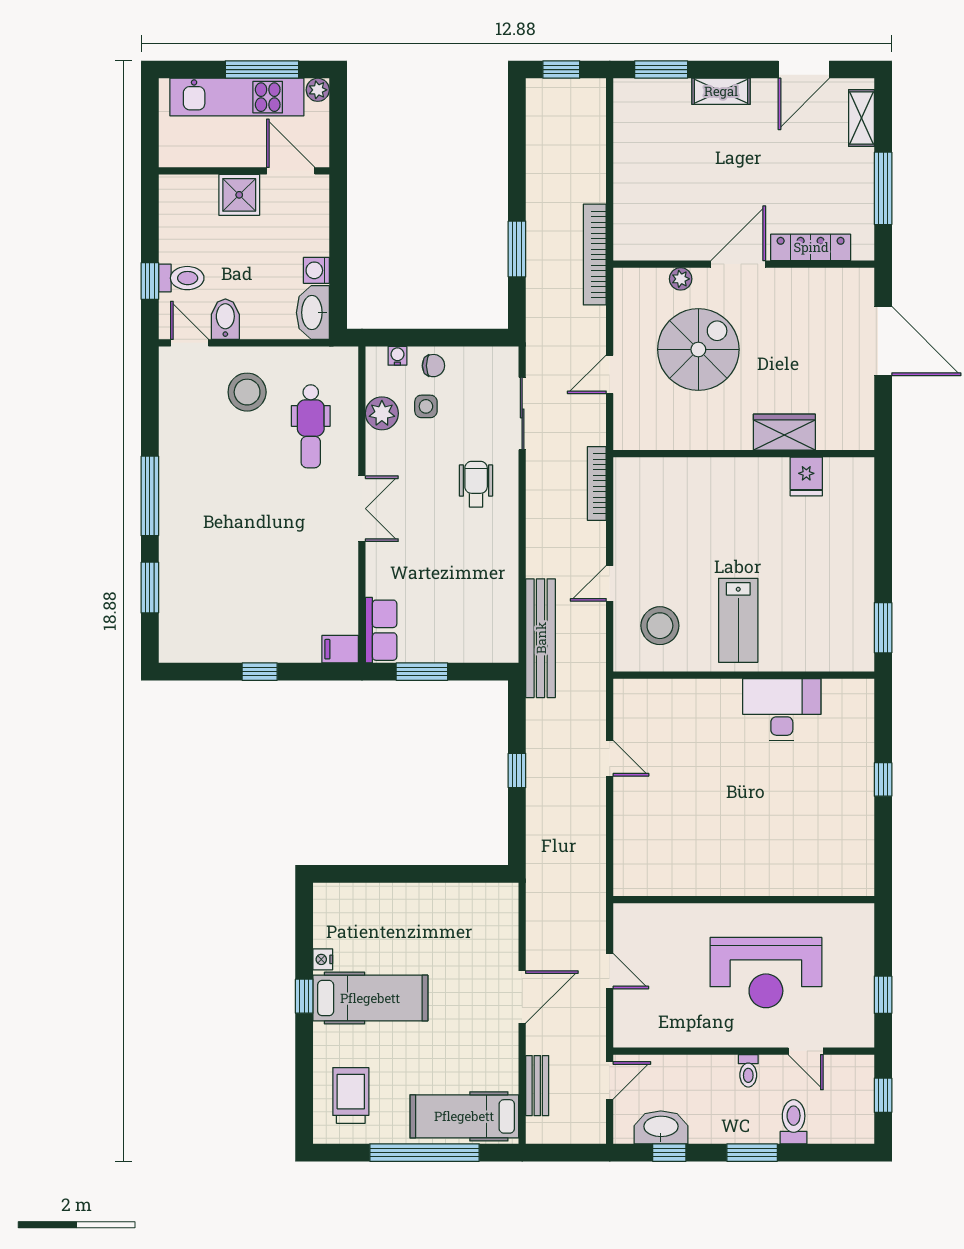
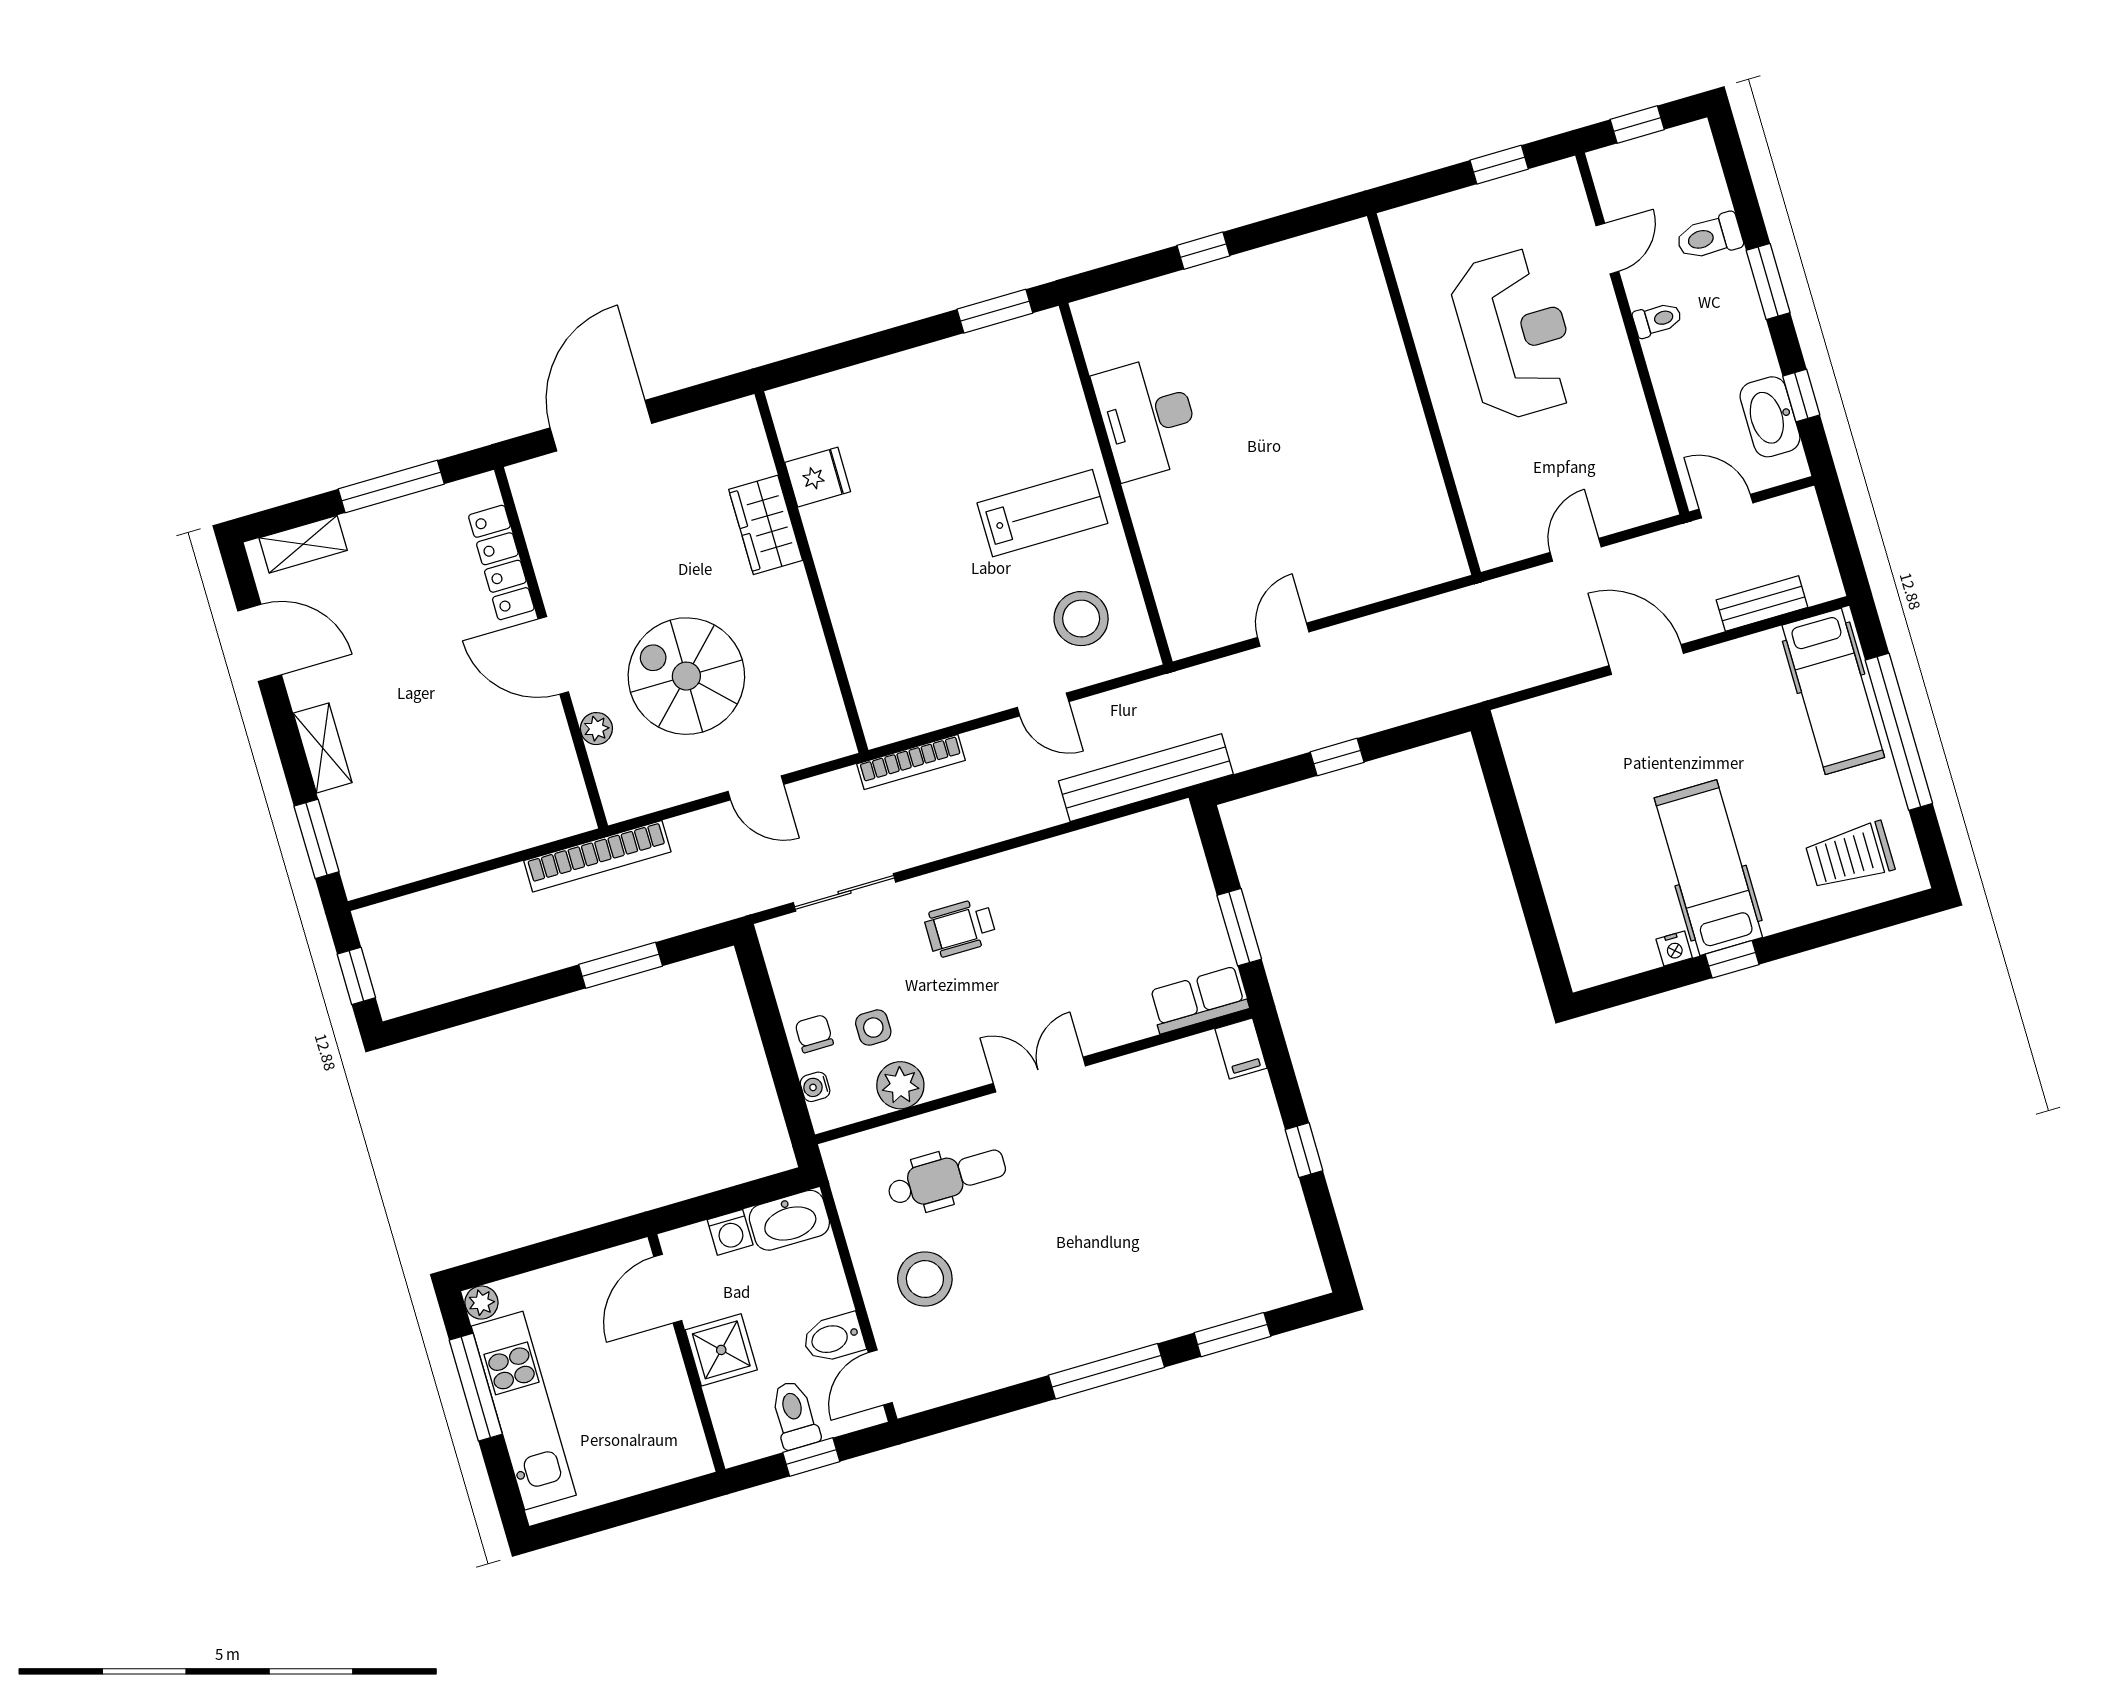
wall: (244, 171) -> (686, 1353), moved
door: (291, 171) -> (668, 1289), moved
shower: (239, 195) -> (721, 1350), moved

